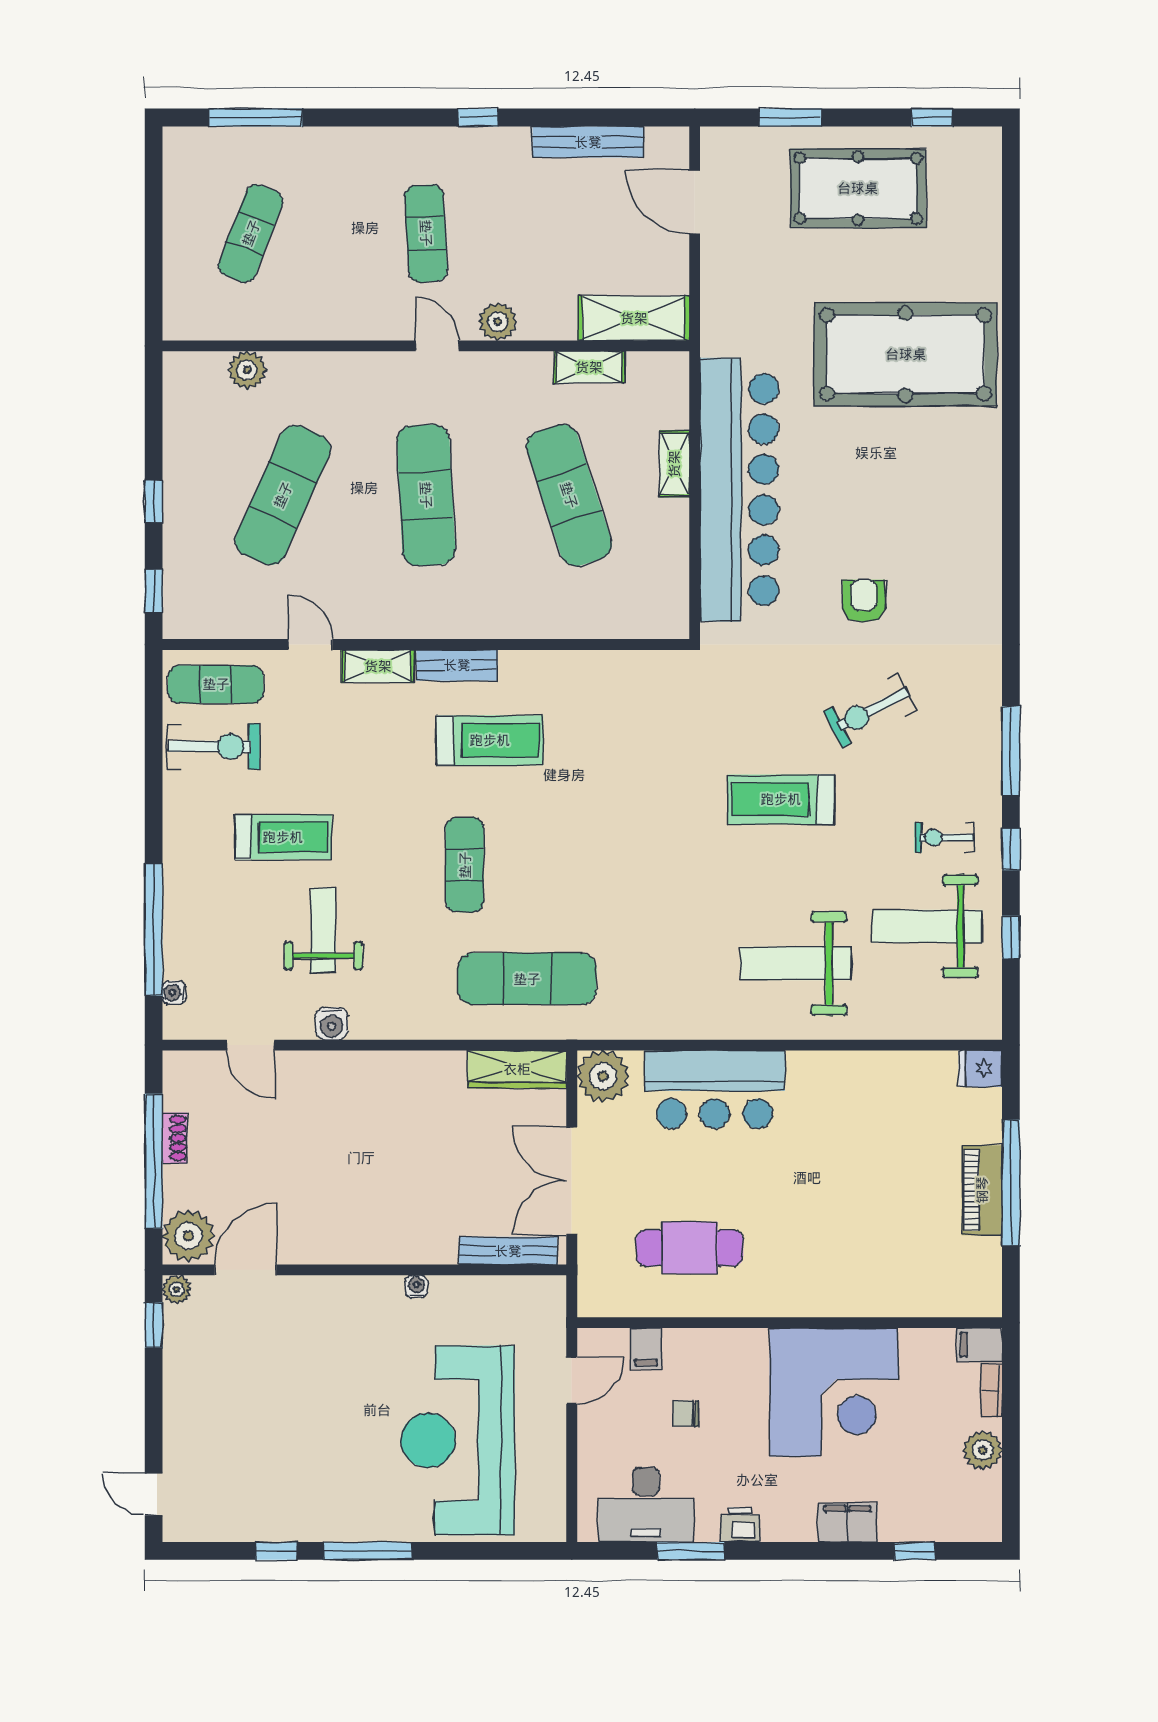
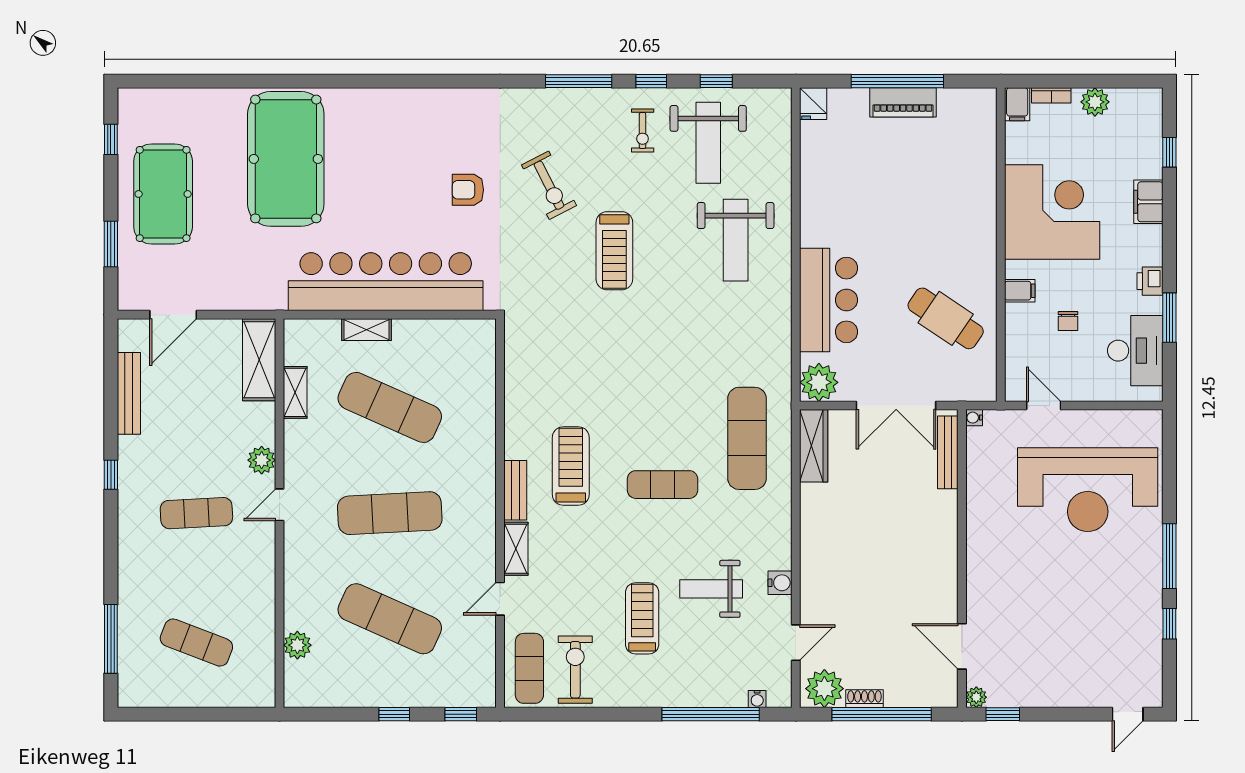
exercise mat: (569, 495) -> (390, 407), turned 42
plant: (188, 1236) -> (824, 689), moved
cafe table: (690, 1248) -> (946, 318), turned -56
water cooler: (416, 1286) -> (974, 418), moved
filing cabinet: (646, 1348) -> (1020, 291), moved

